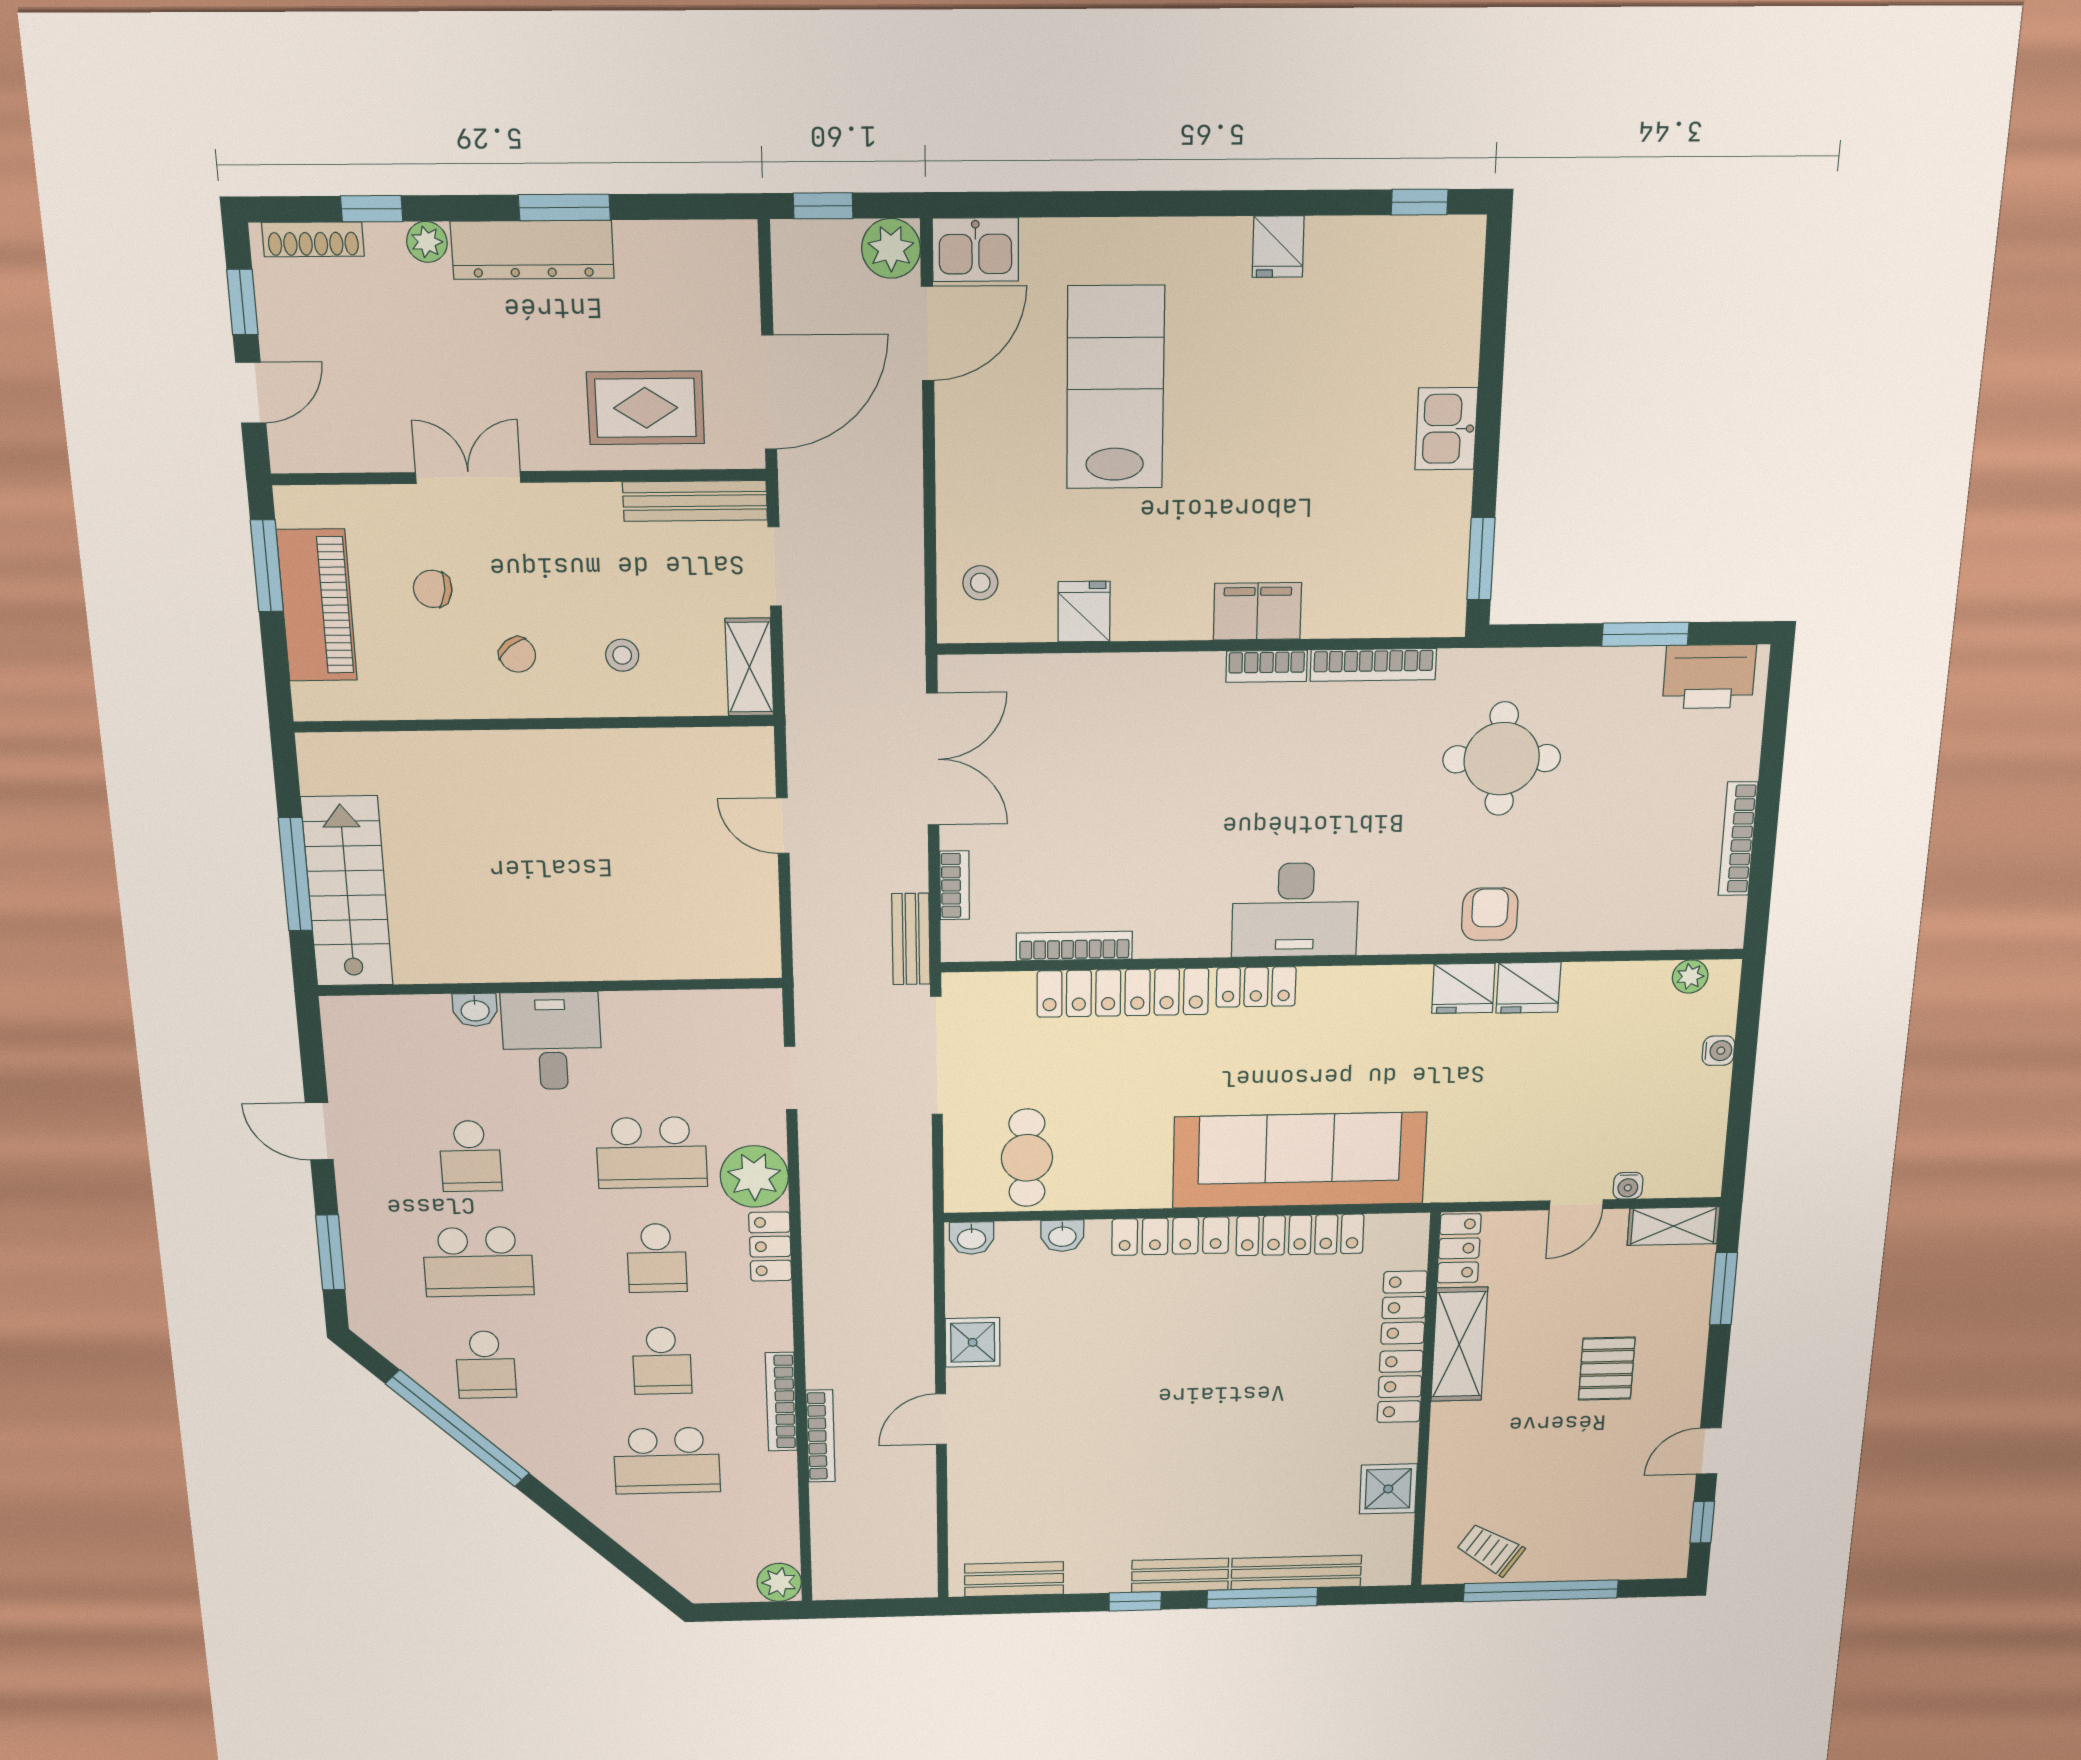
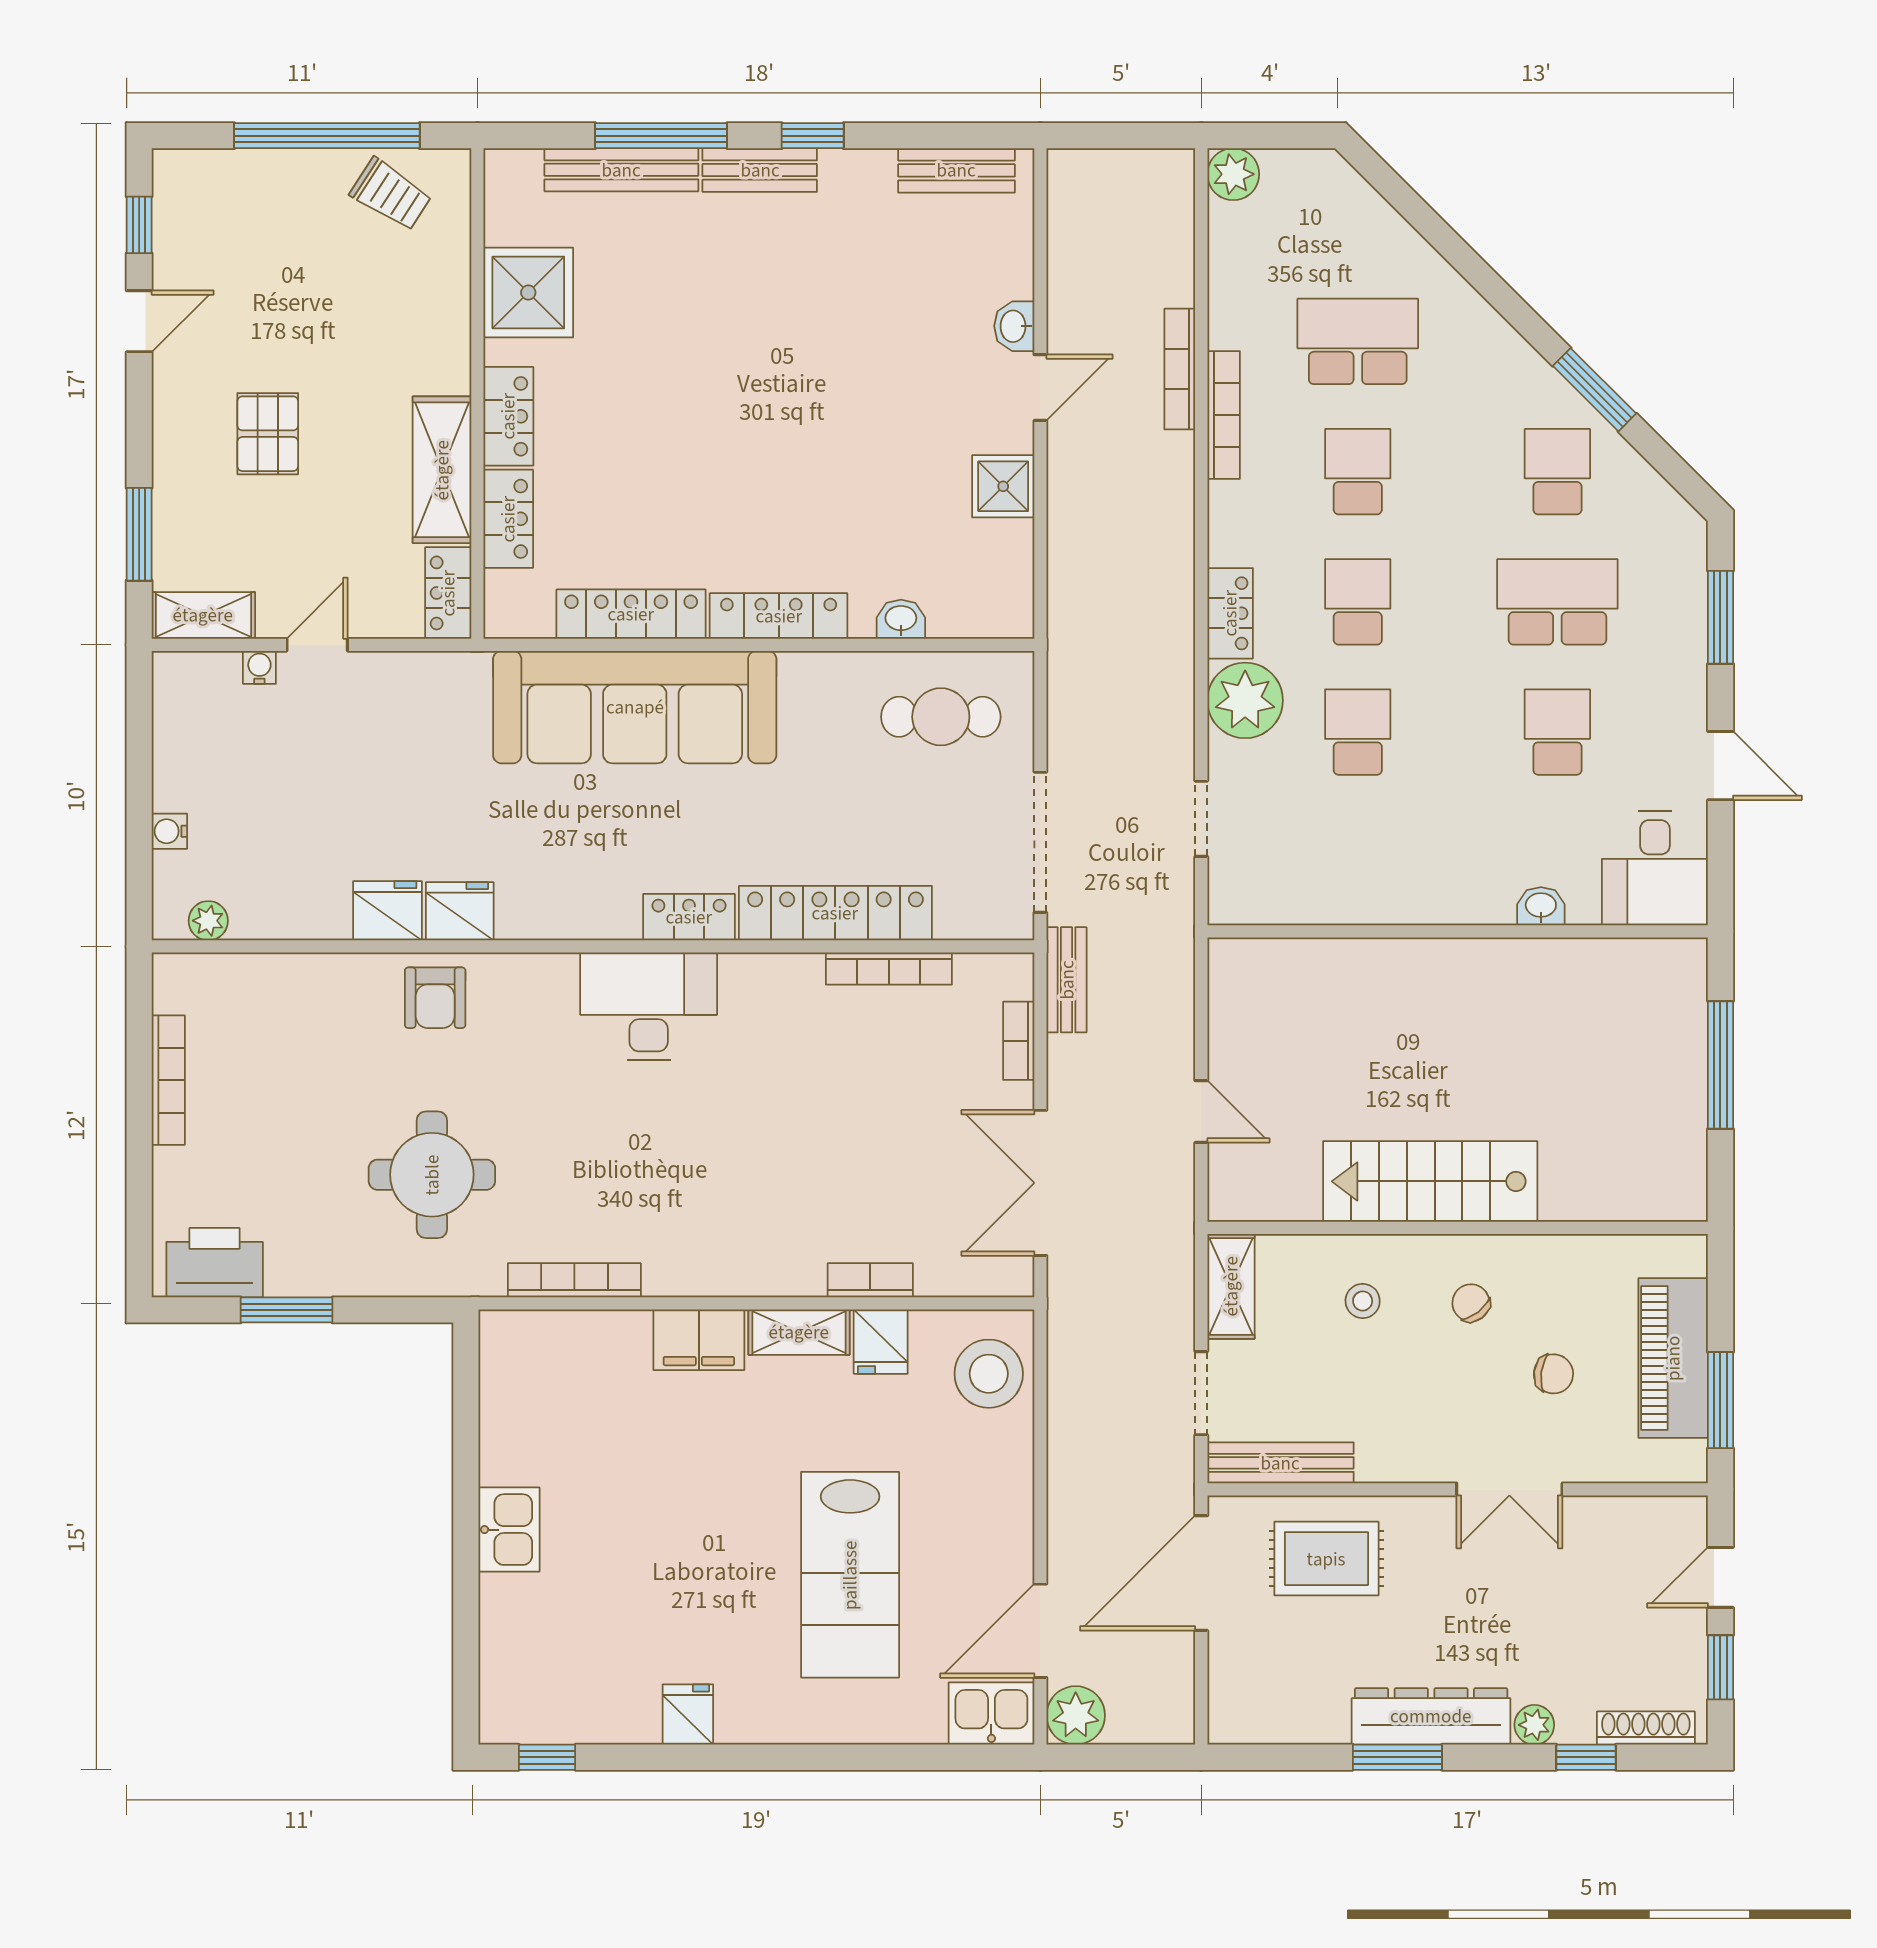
window: (823, 206) -> (1142, 1757), removed
window: (1481, 559) -> (466, 1393), removed
stool: (980, 583) -> (989, 1374), width x1.89, depth x1.89
shelving: (1162, 620) -> (799, 1332), added
bookcase: (1267, 666) -> (870, 1280), moved
stairs: (347, 892) -> (1430, 1181), moved, turned 90
desk: (552, 1041) -> (1655, 868), moved
school desk: (652, 1153) -> (1358, 732), width x0.54
cafe table: (1027, 1158) -> (941, 717), turned 90
washbasin: (972, 1238) -> (1014, 326), moved, turned -90
window: (458, 1429) -> (1595, 390), width x0.47
shower: (1388, 1489) -> (528, 293), width x1.36, depth x1.36

